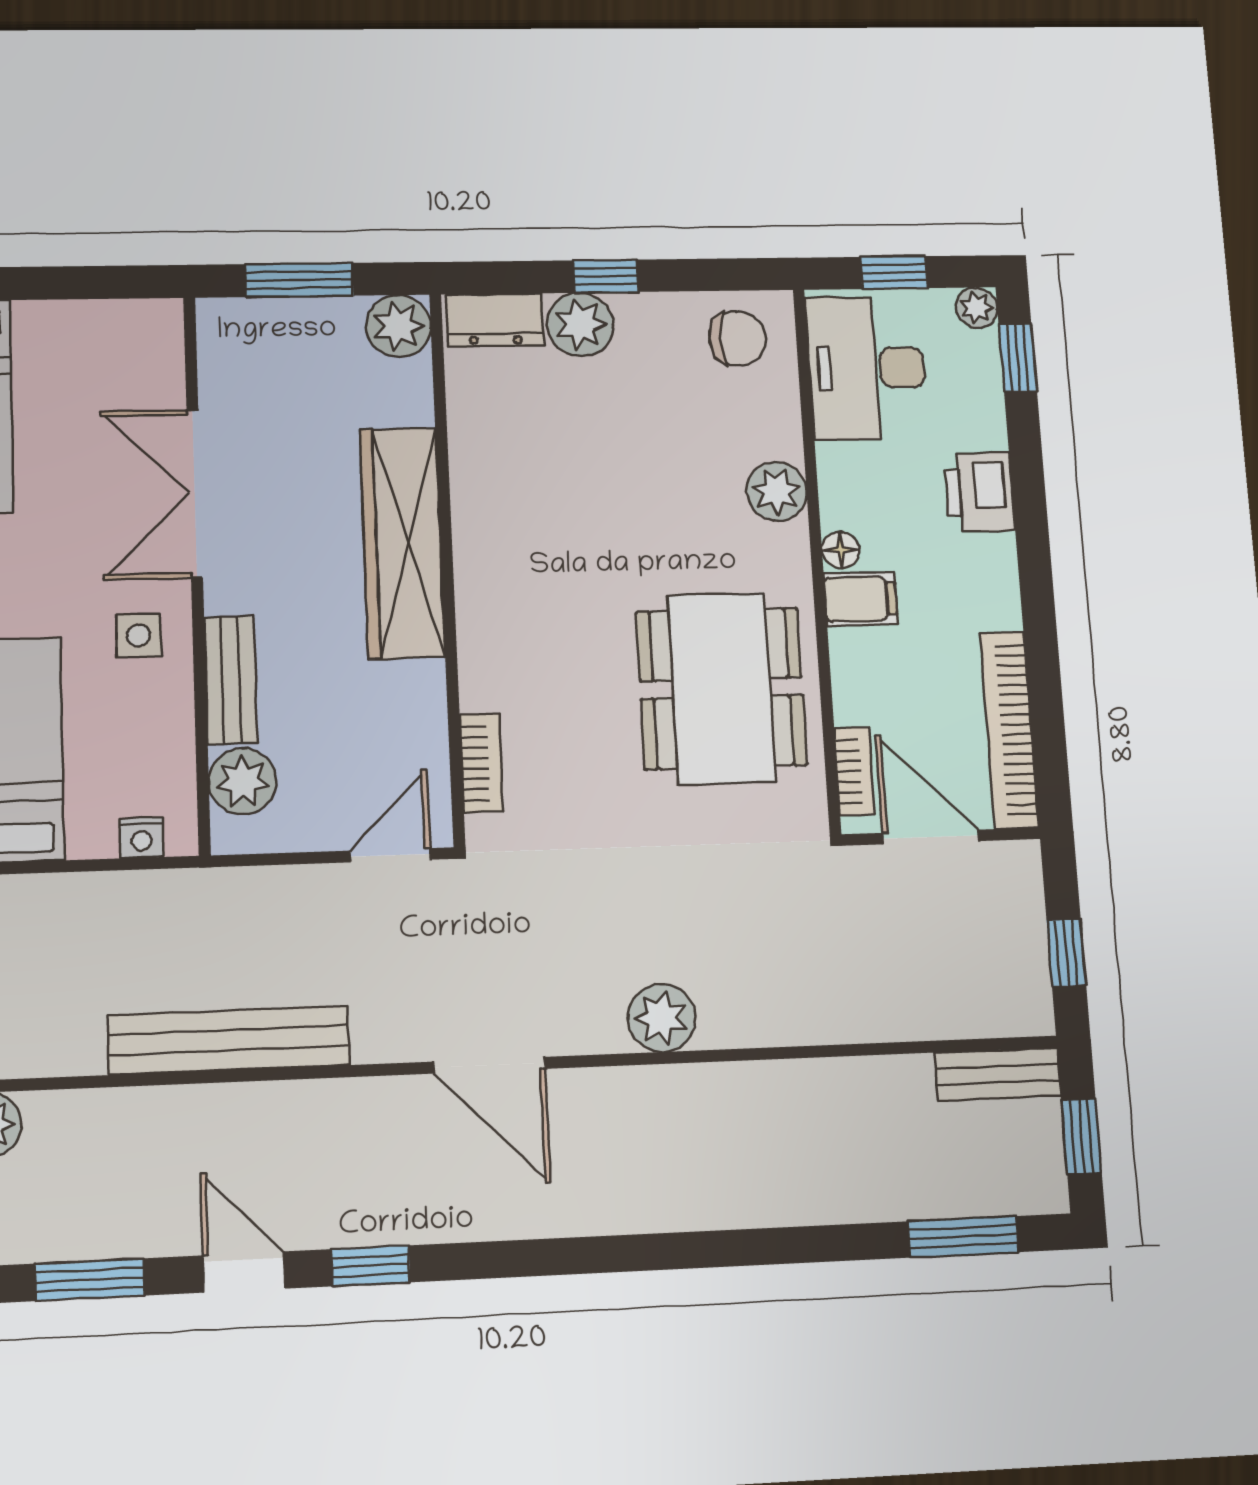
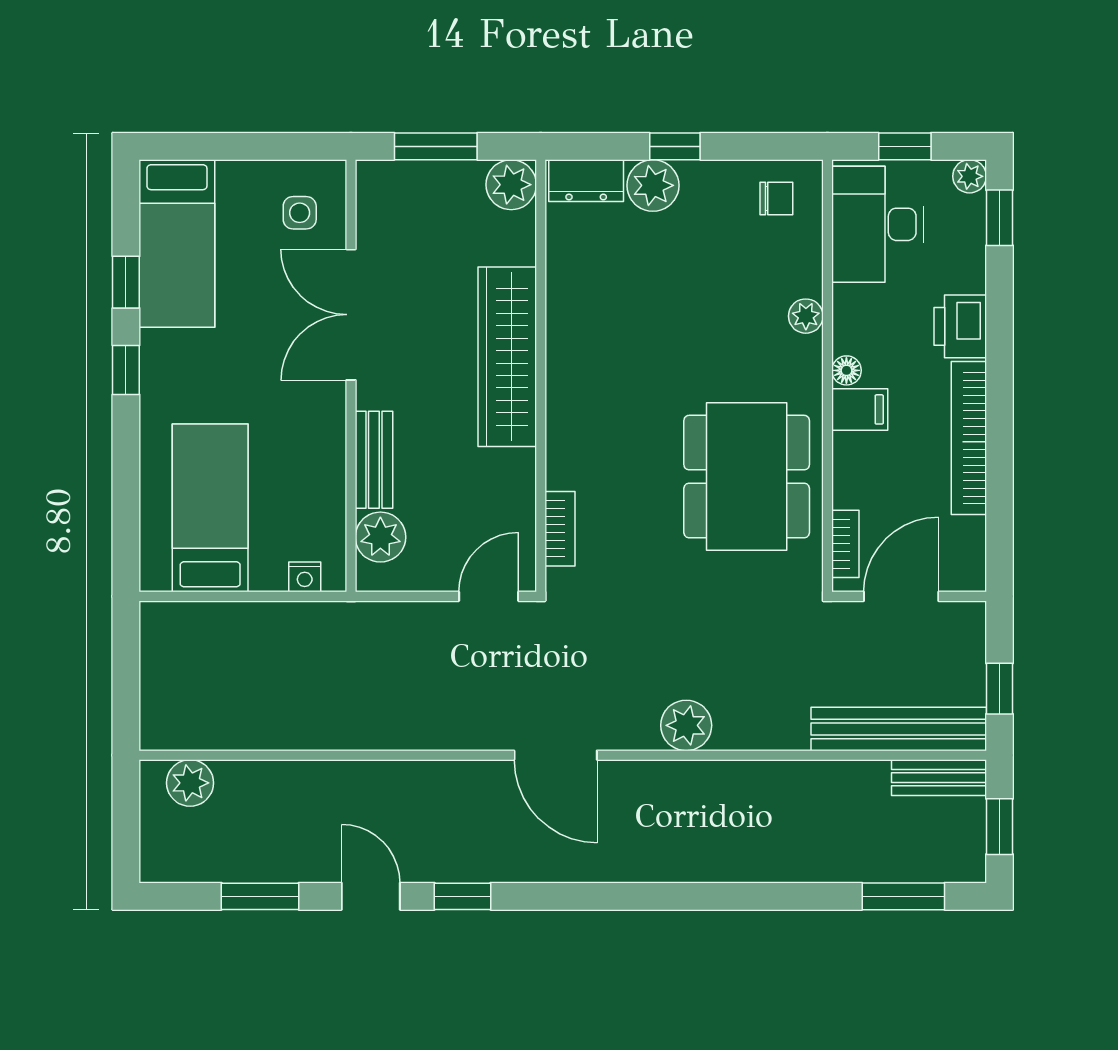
chair: (738, 338) -> (776, 198), width x0.73, depth x0.73
plant: (777, 491) -> (806, 316), width x0.73, depth x0.73
side table: (138, 635) -> (300, 213), moved
bookcase: (1009, 730) -> (969, 438), moved
door: (931, 837) -> (901, 596), hinge flipped
bench: (229, 1040) -> (899, 729), moved

